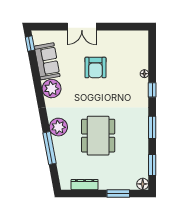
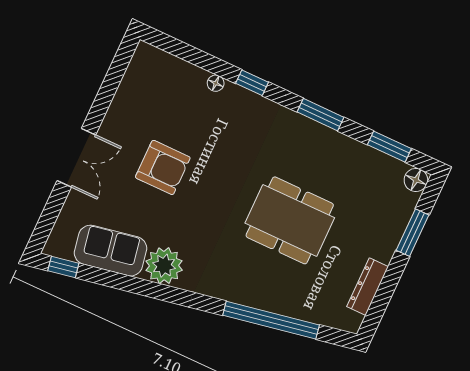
plant: (58, 127) -> (240, 286), removed
window: (49, 148) -> (271, 320), width x1.46

